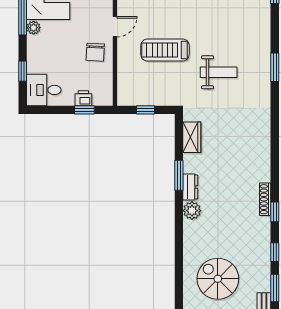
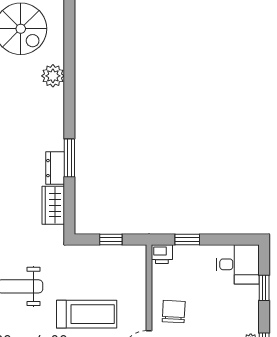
printer: (83, 98) -> (162, 254), moved
dresser: (190, 187) -> (55, 168), moved
plant: (192, 211) -> (53, 76), moved

